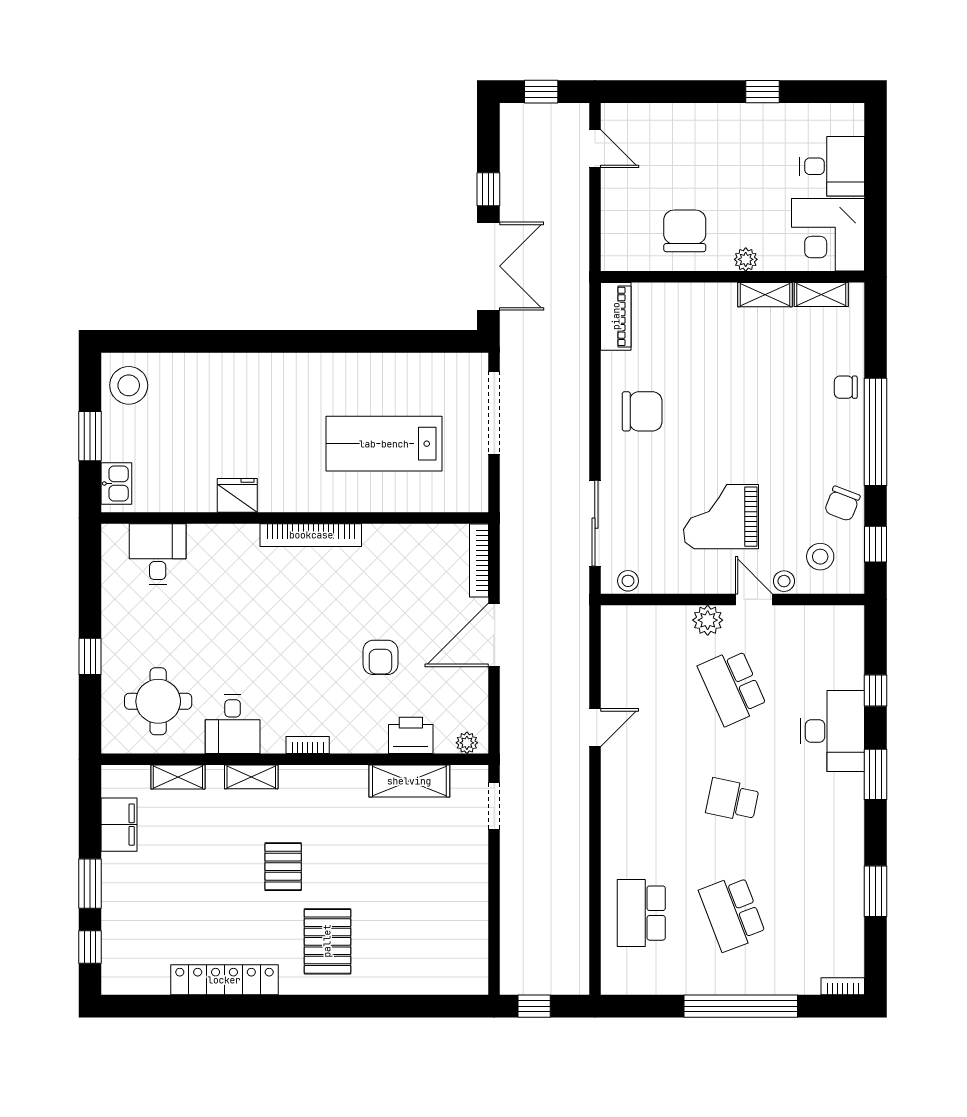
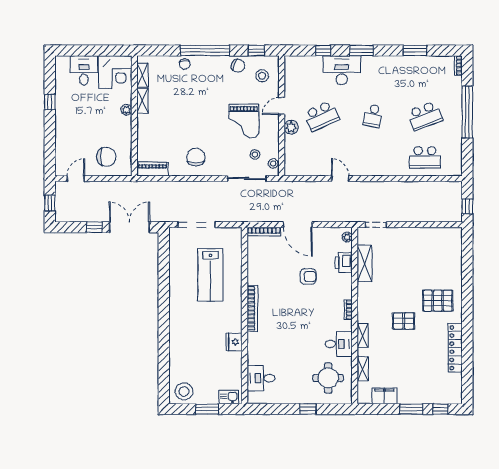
chair: (685, 231) -> (106, 157), moved, turned 180
stool: (784, 581) -> (255, 154), moved

